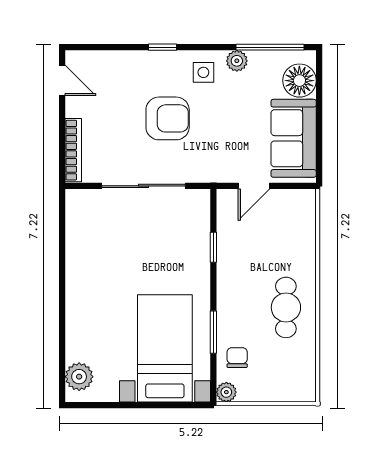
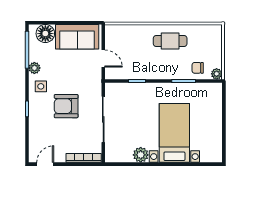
armchair: (168, 118) -> (66, 106), turned -90
bed with nightstands: (165, 348) -> (174, 133), moved, turned 90
plant: (79, 377) -> (141, 155), moved

